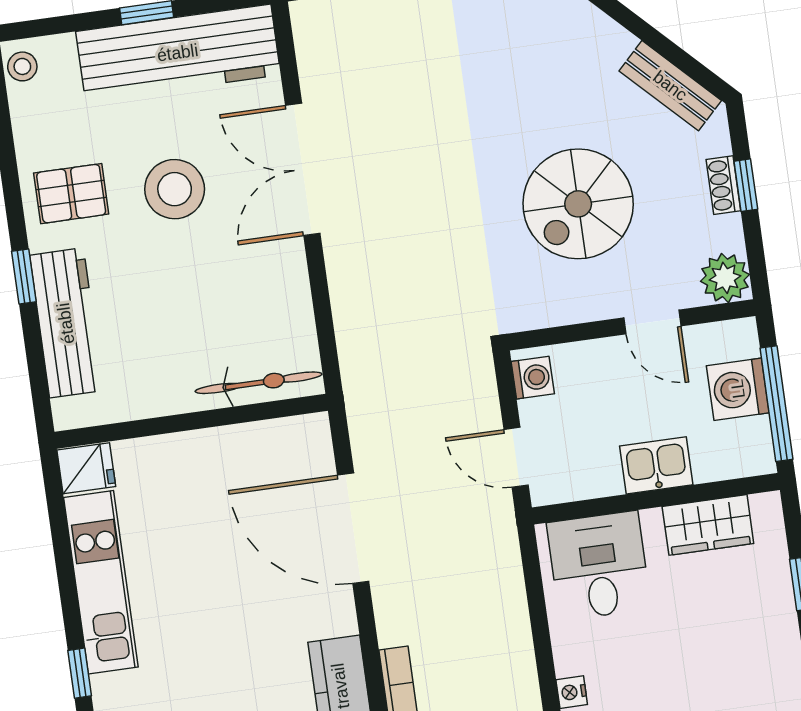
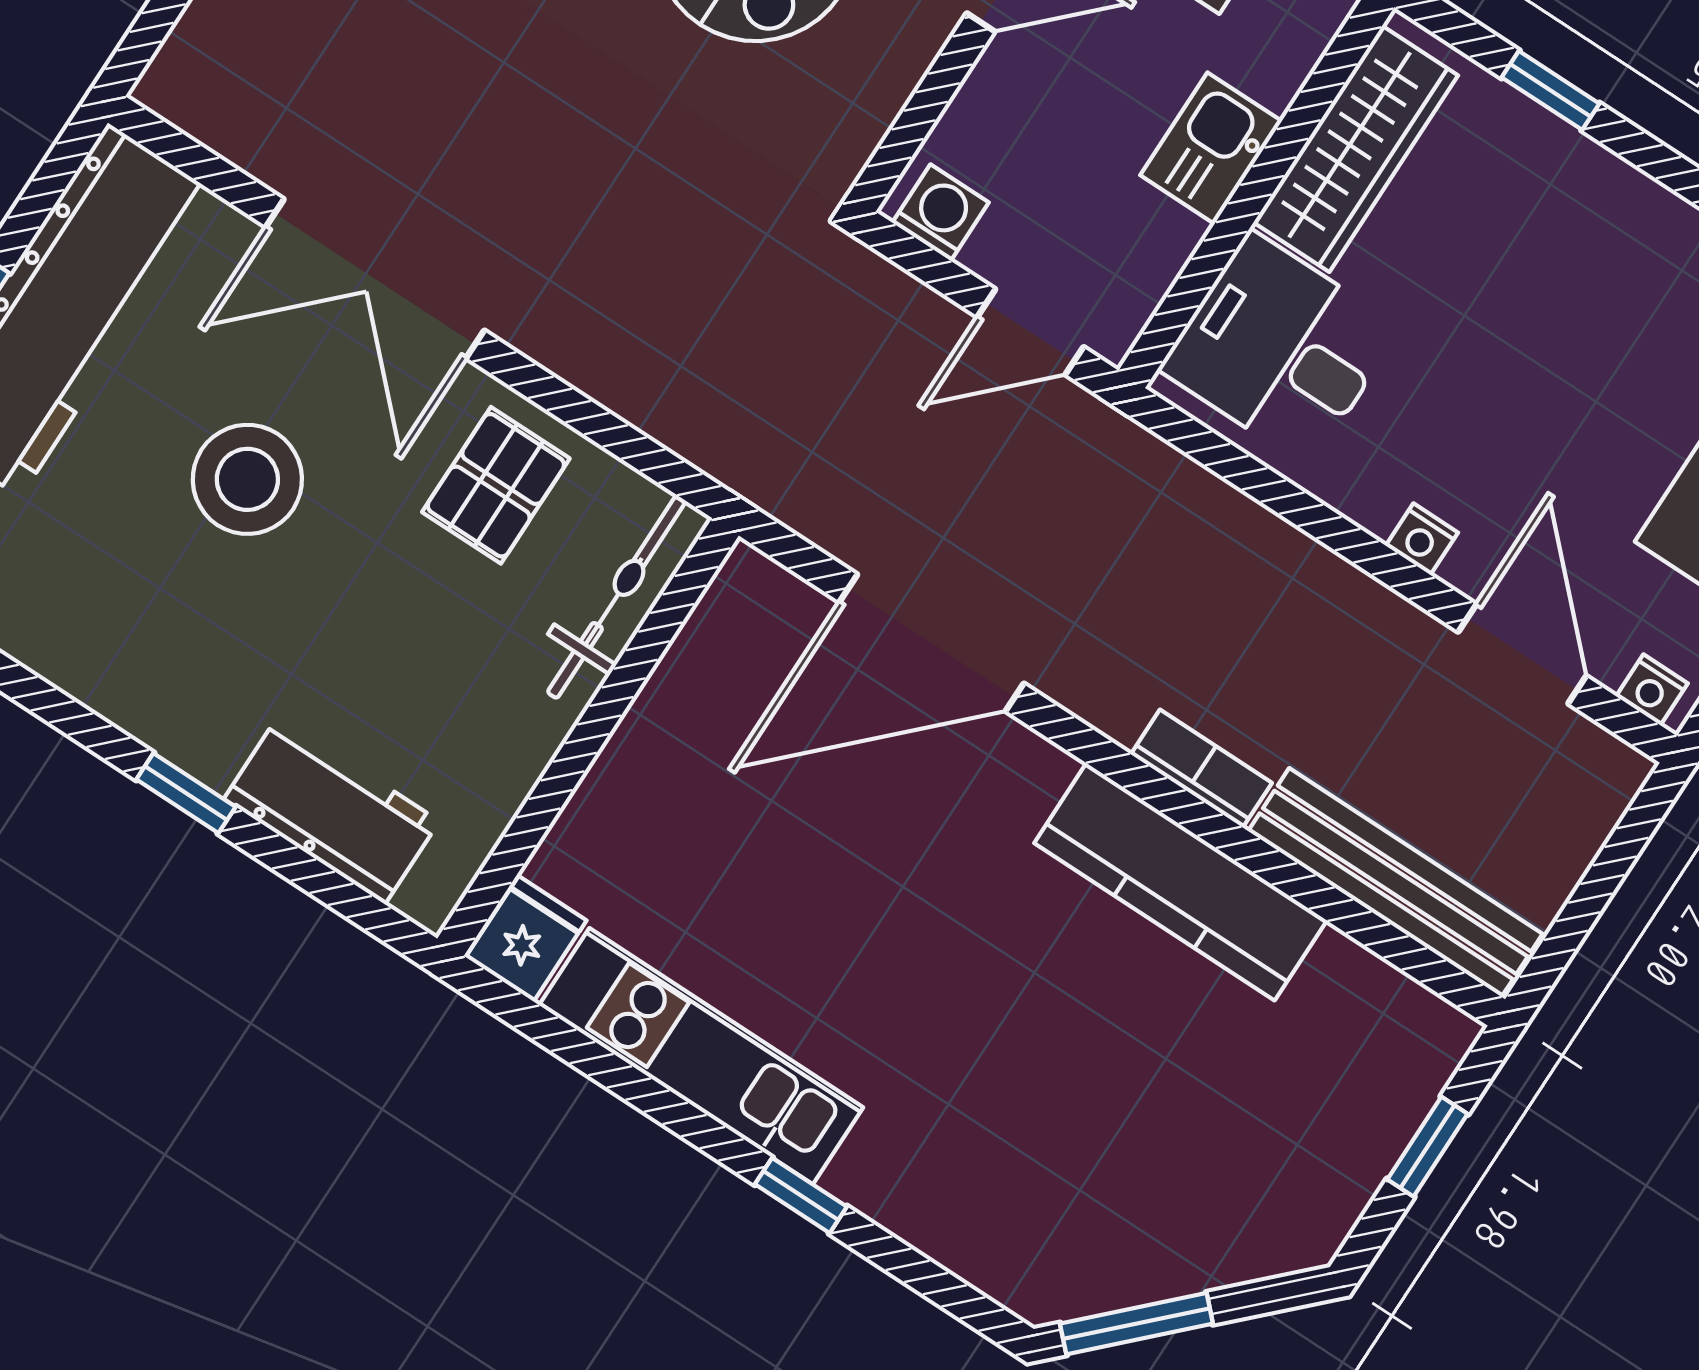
pallet: (71, 194) -> (496, 485), moved
workbench: (66, 323) -> (332, 810), width x0.73
wardrobe: (708, 525) -> (1356, 149), width x1.50

